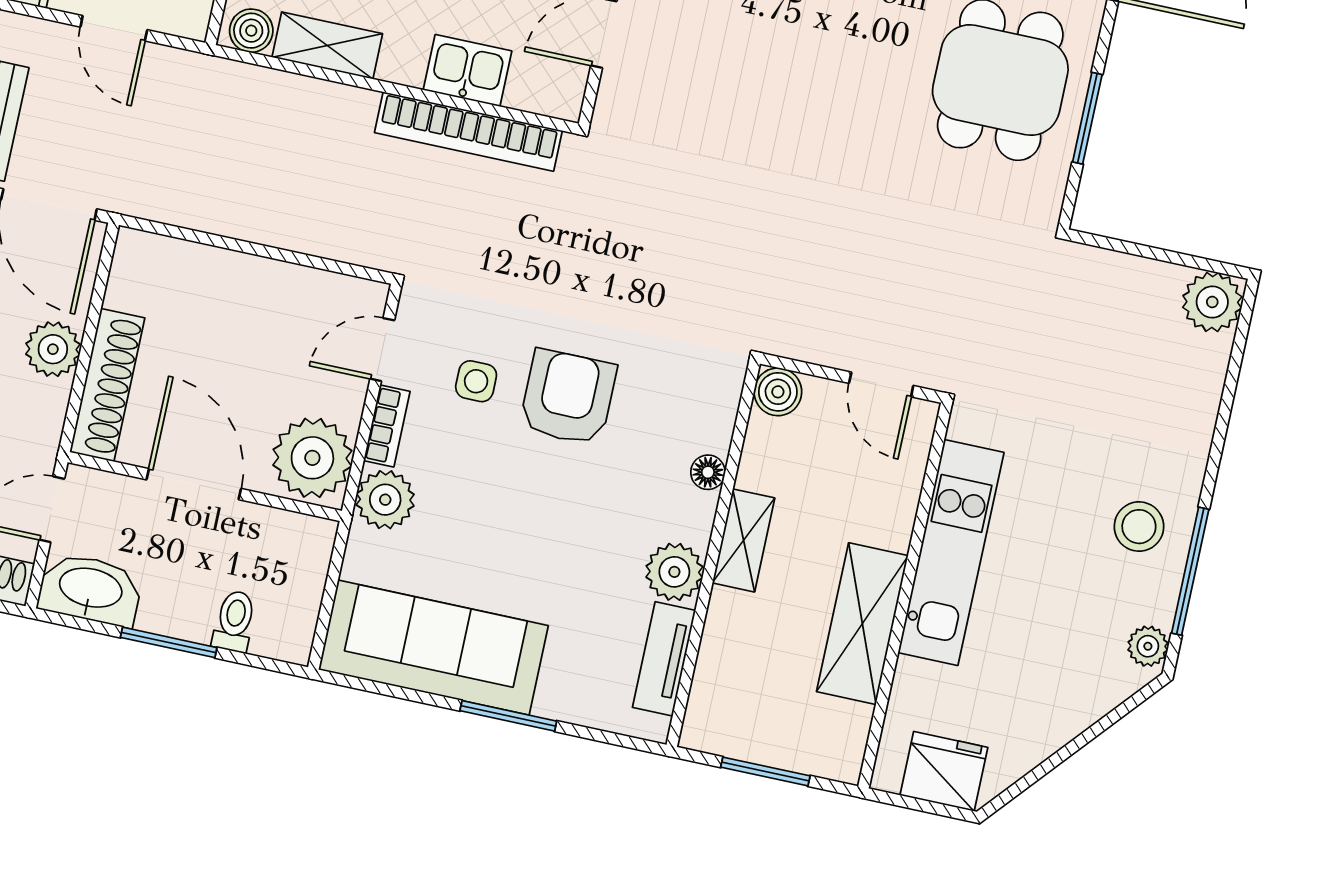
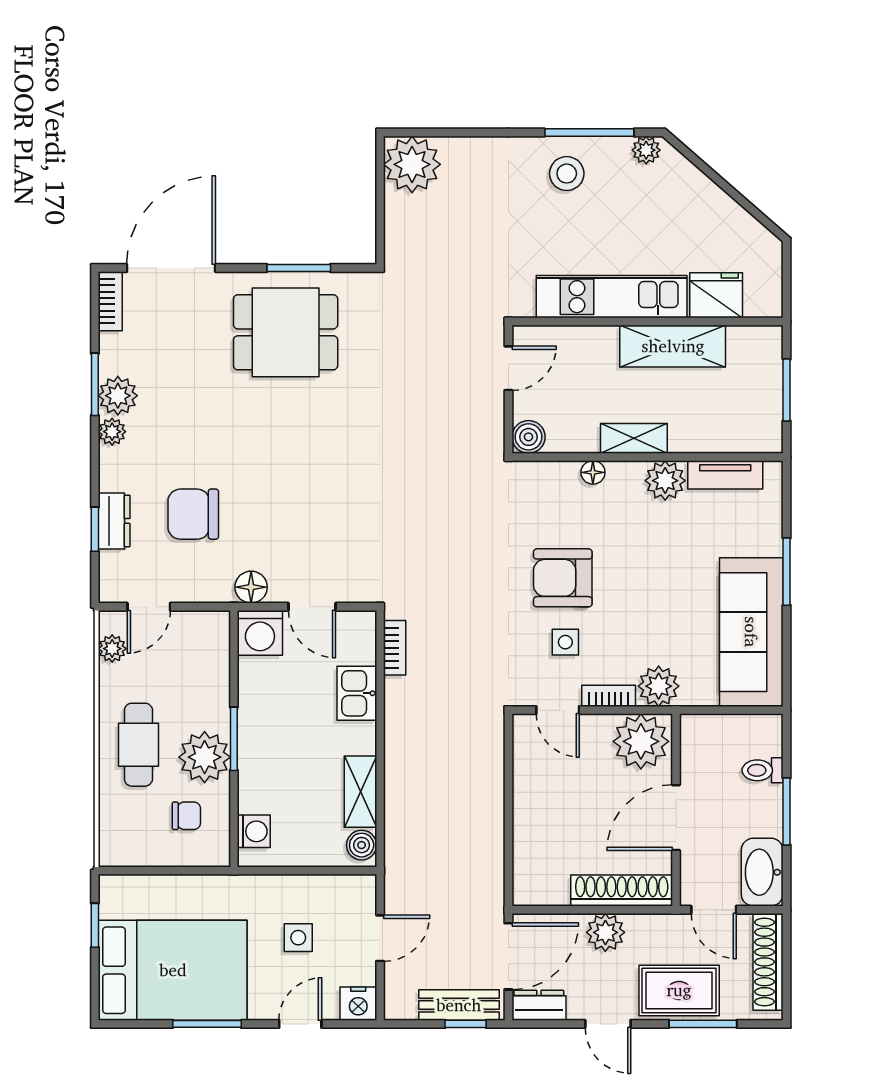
bookcase: (468, 132) -> (395, 648), width x0.43, depth x0.76
plant: (1212, 302) -> (412, 164), width x1.36, depth x1.36
fridge: (944, 771) -> (716, 295), moved, turned 90

